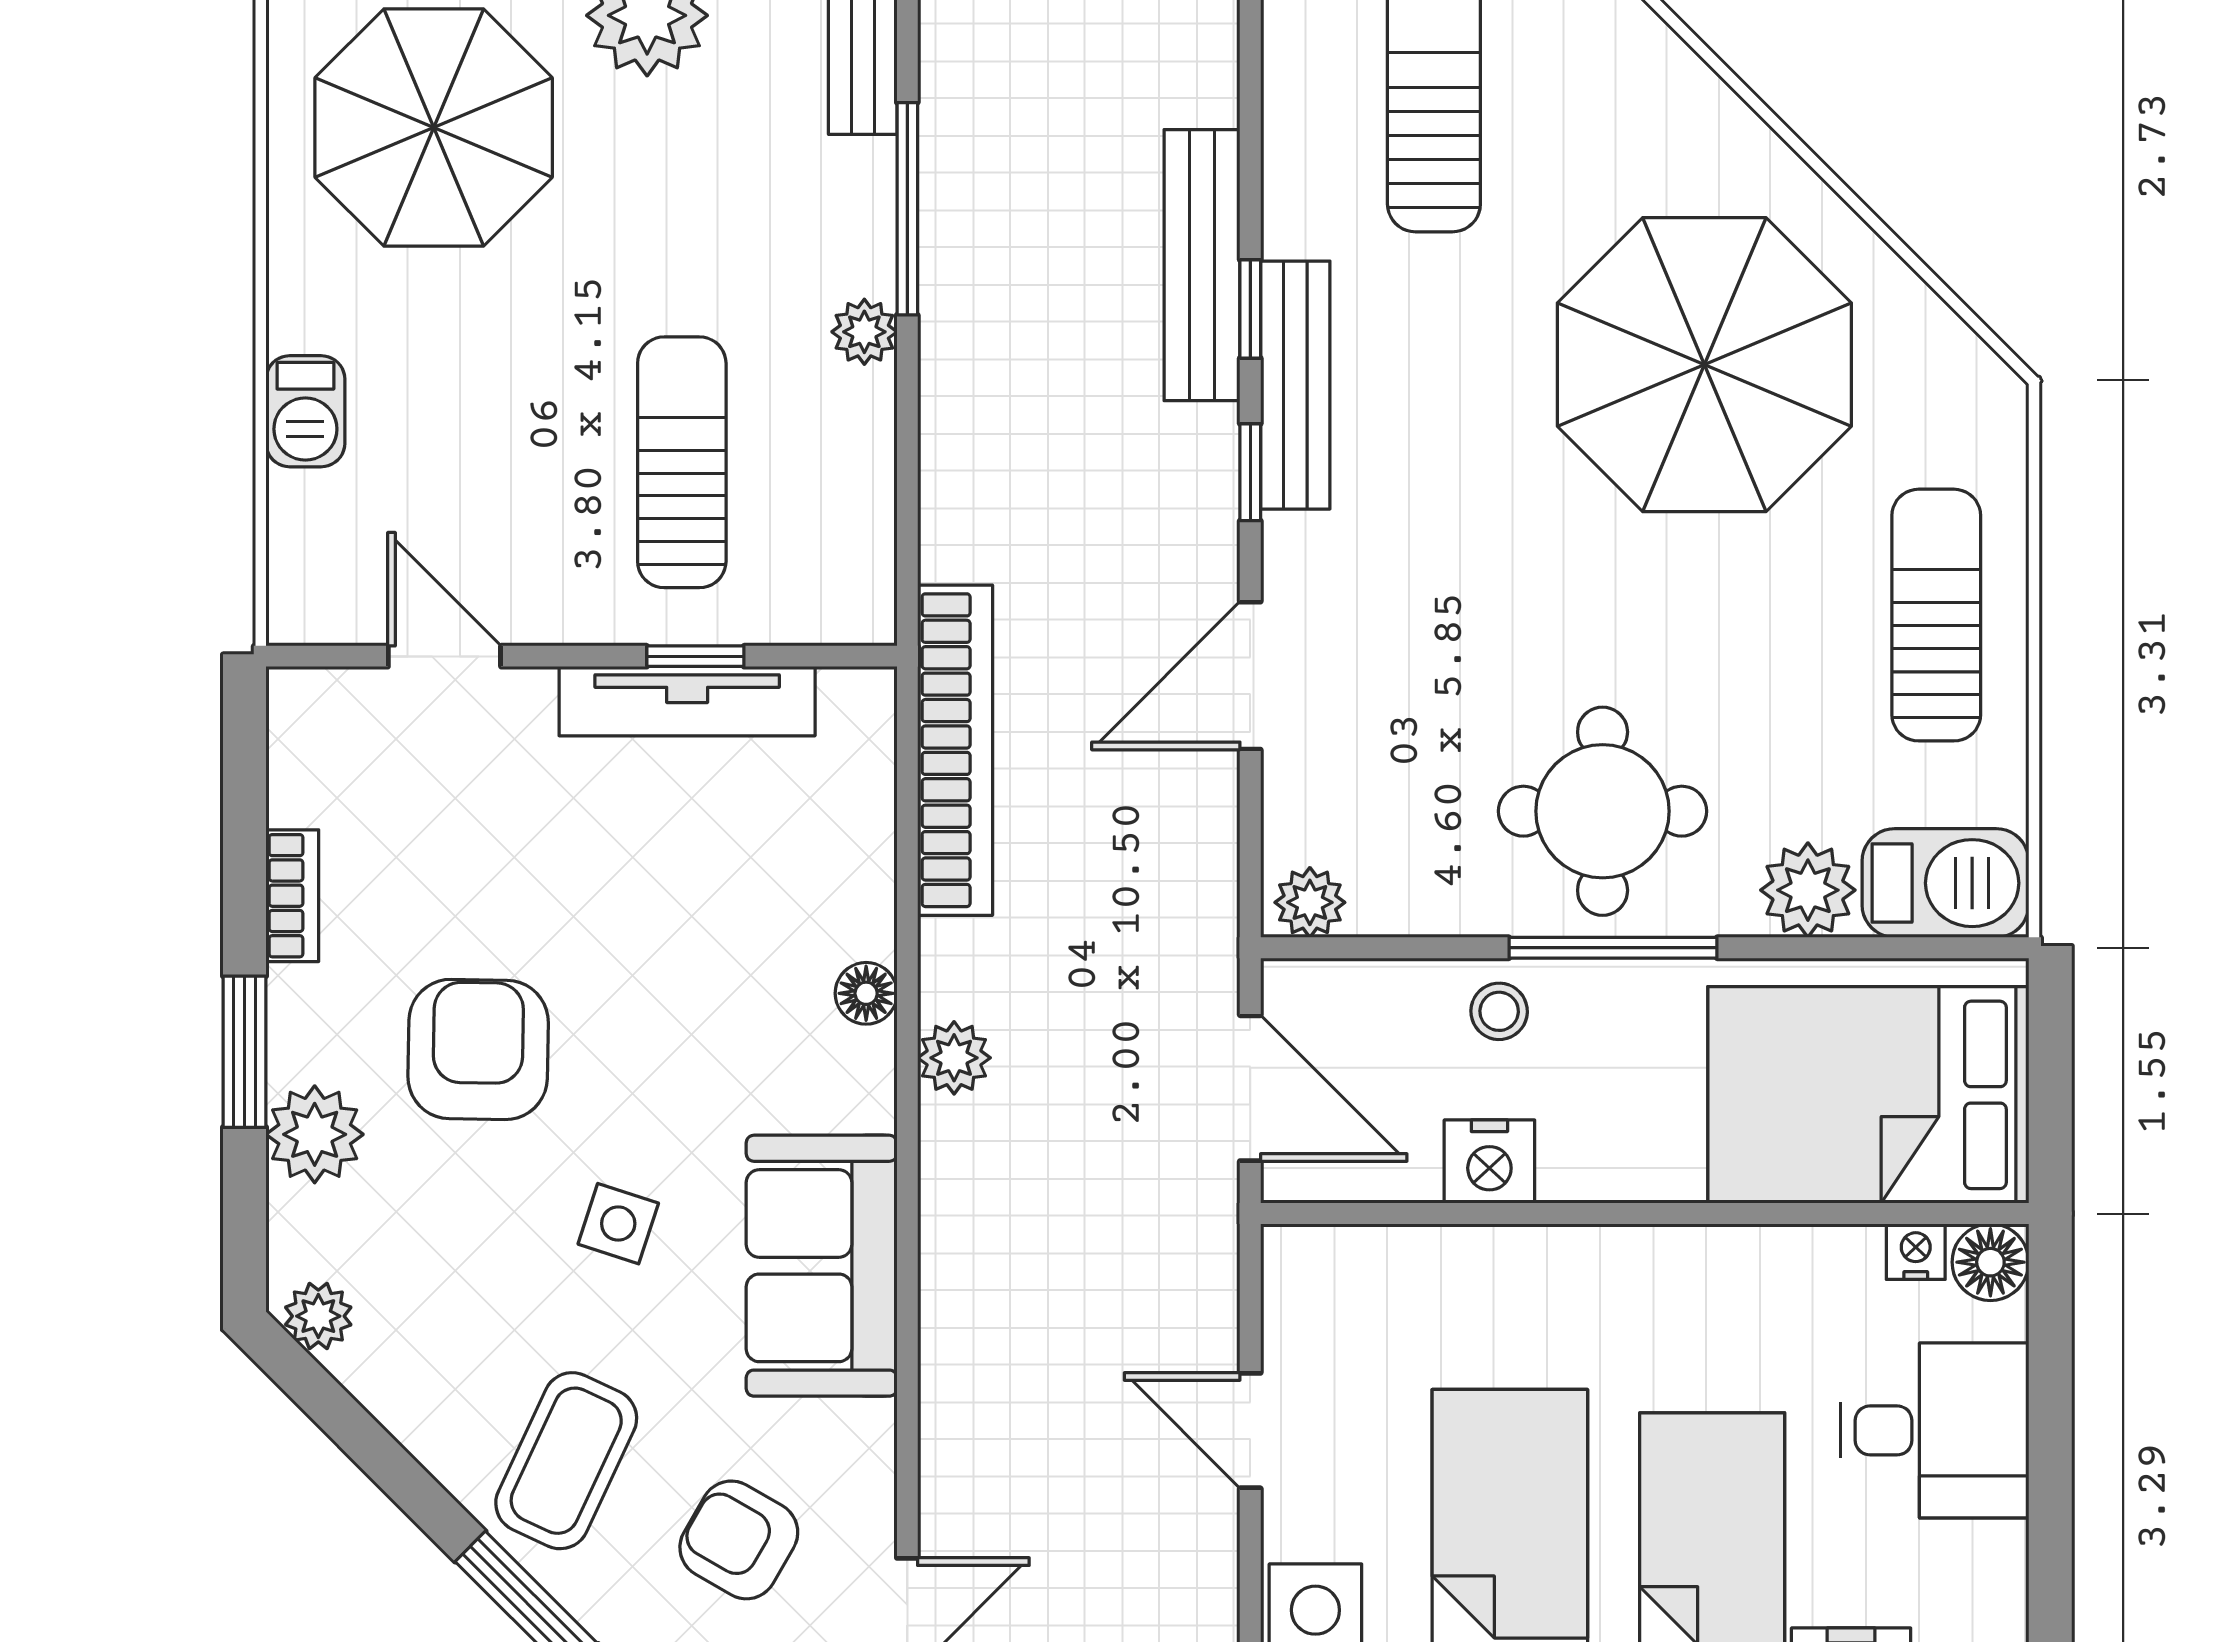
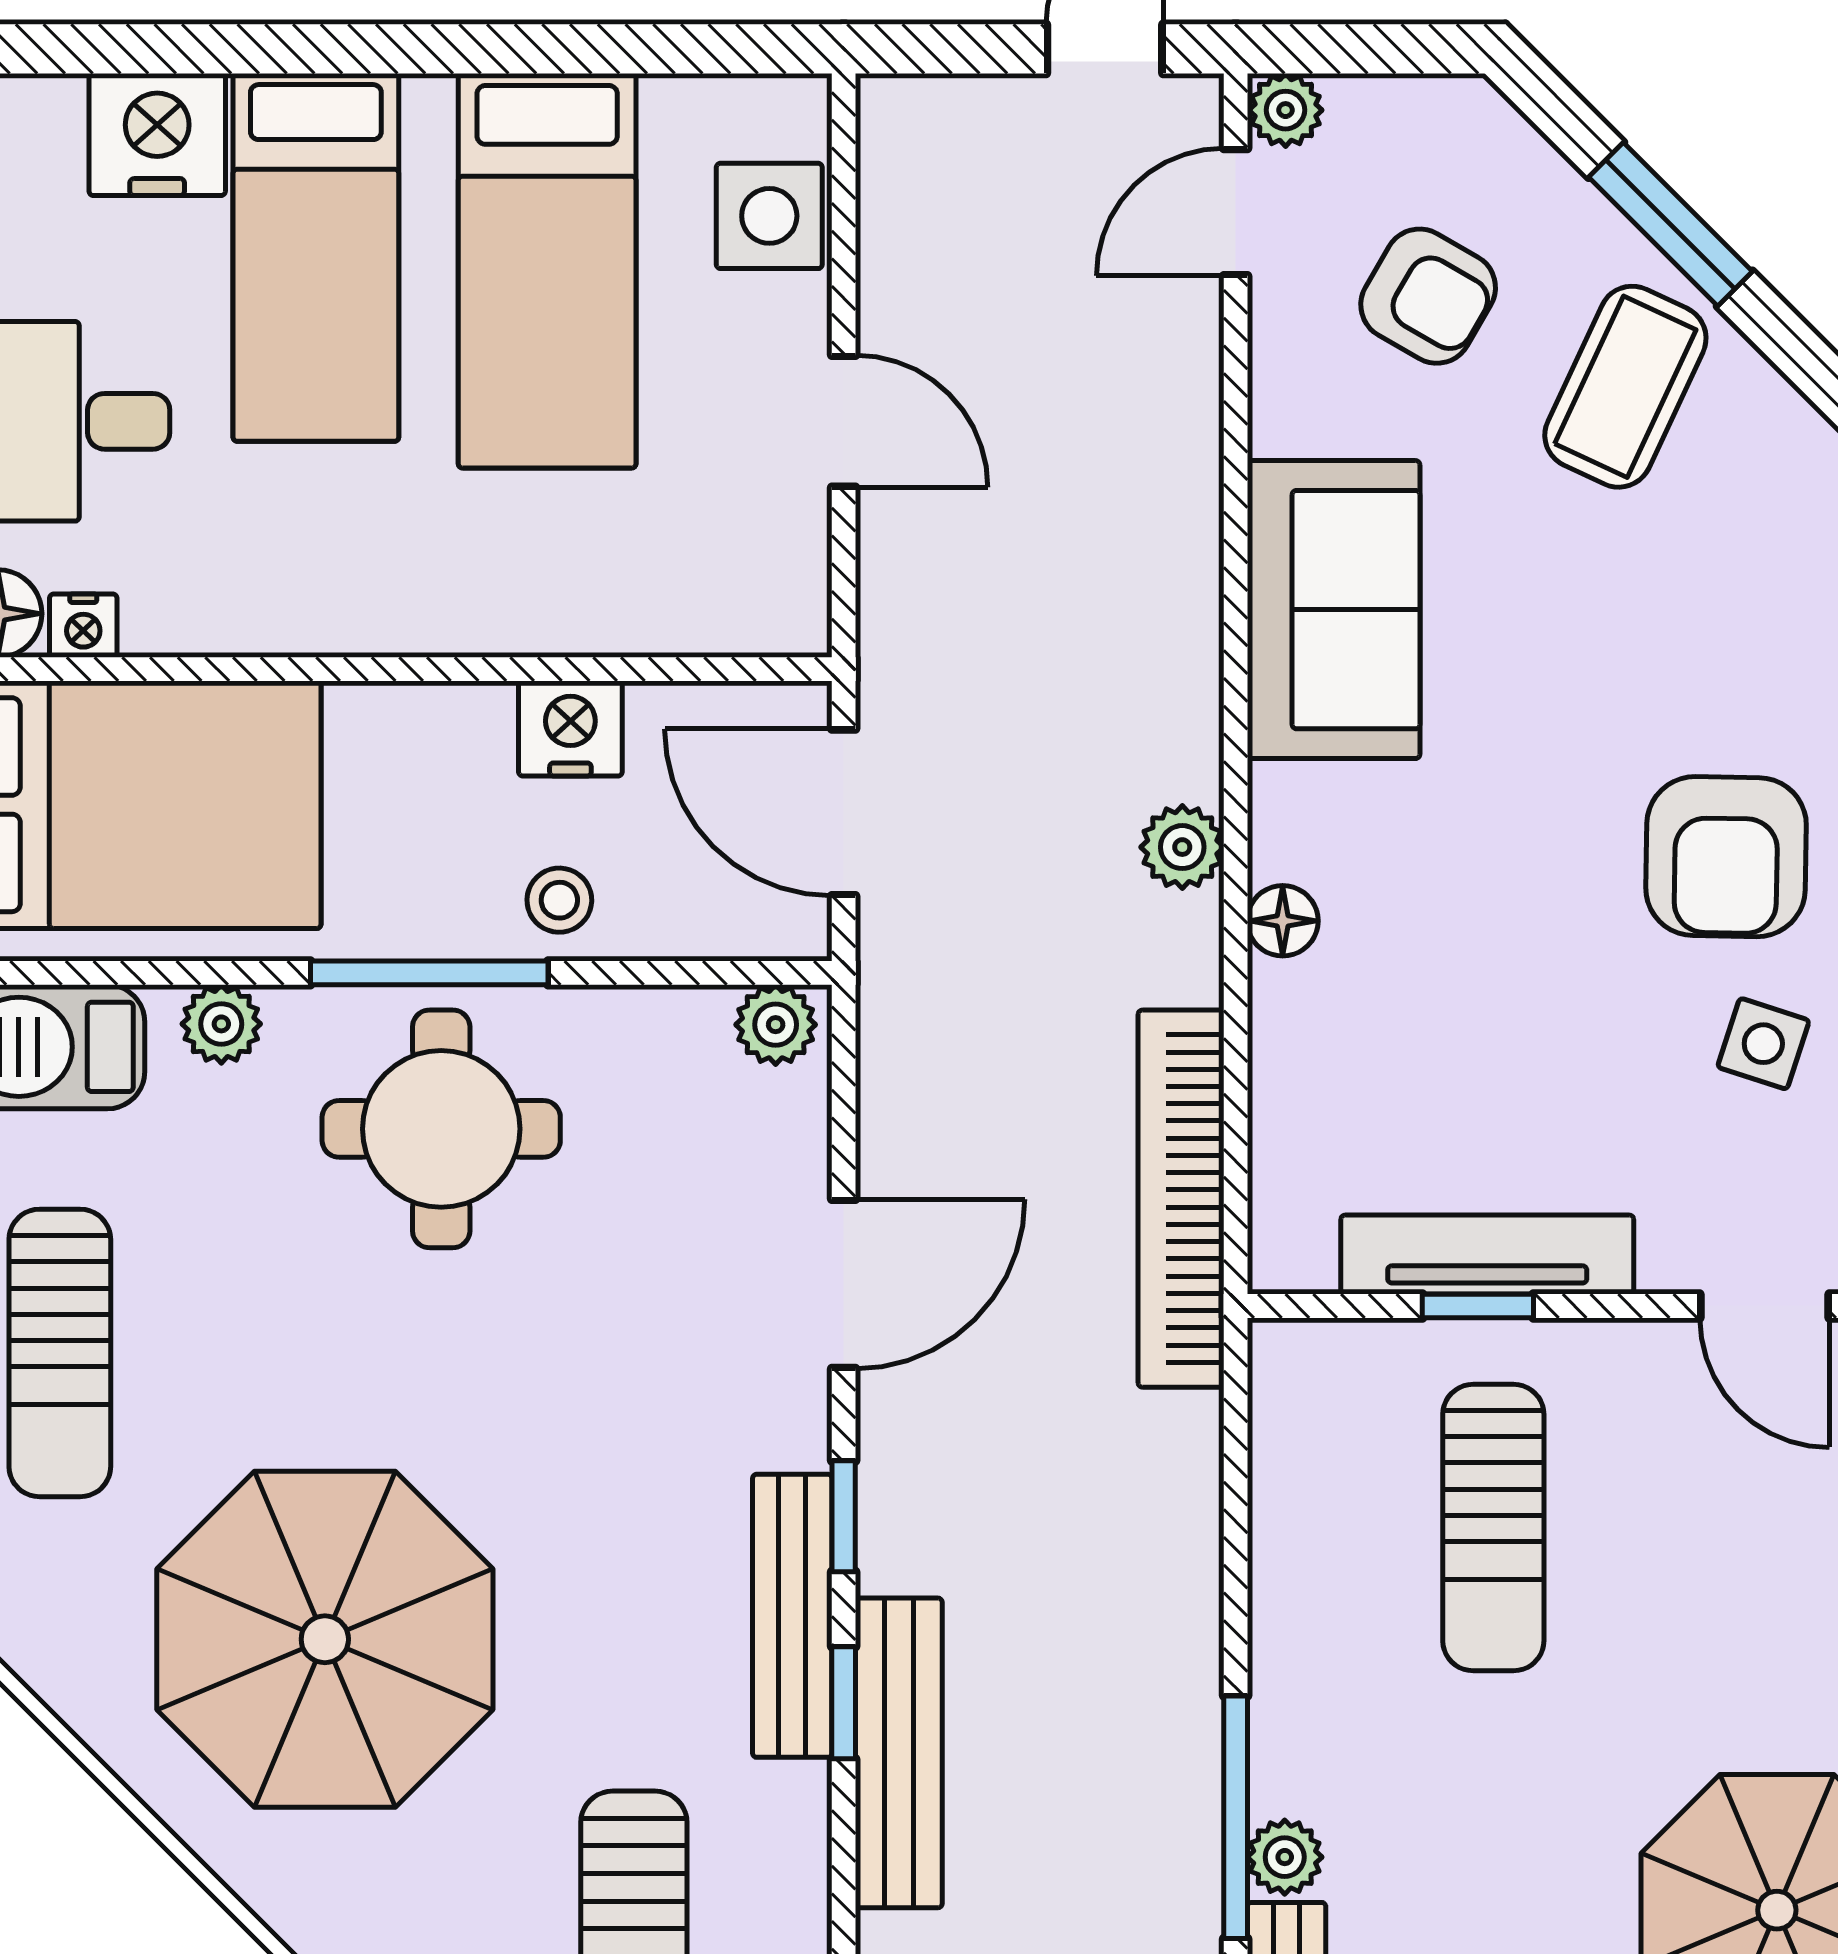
plant: (864, 332) -> (1285, 1857), moved
plant: (1808, 890) -> (221, 1024), width x0.73, depth x0.73
side table: (618, 1224) -> (1763, 1044), moved

